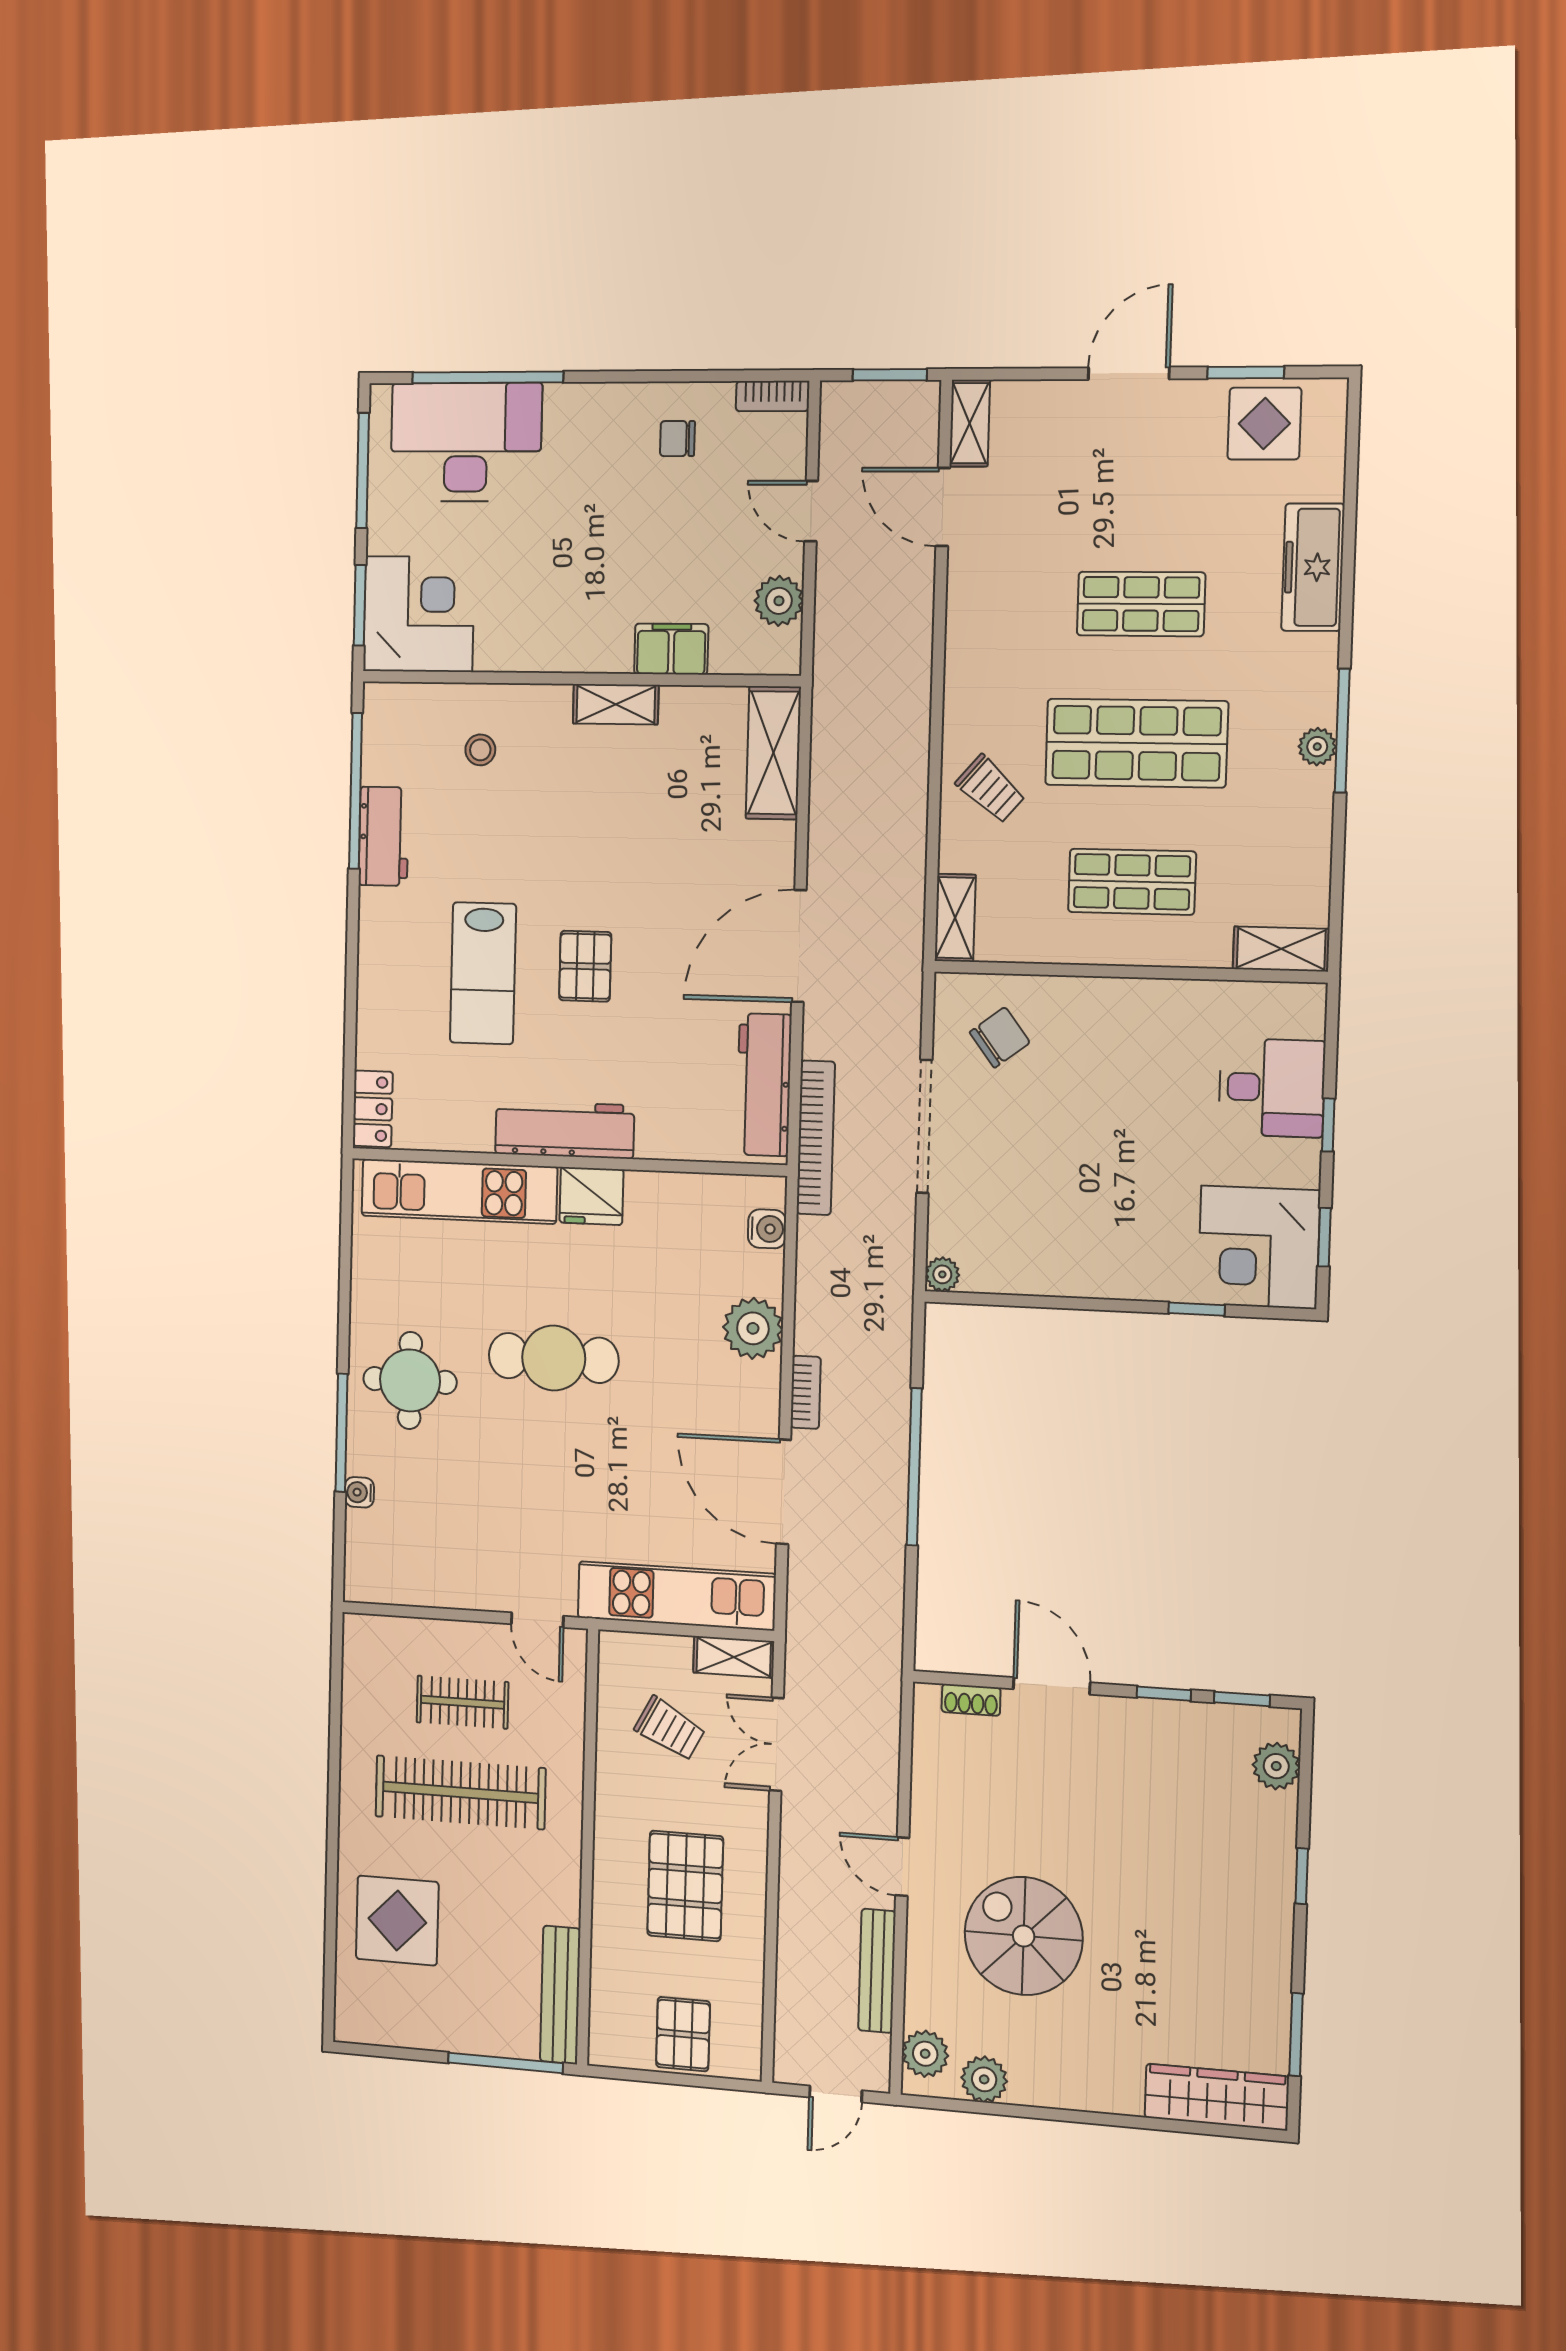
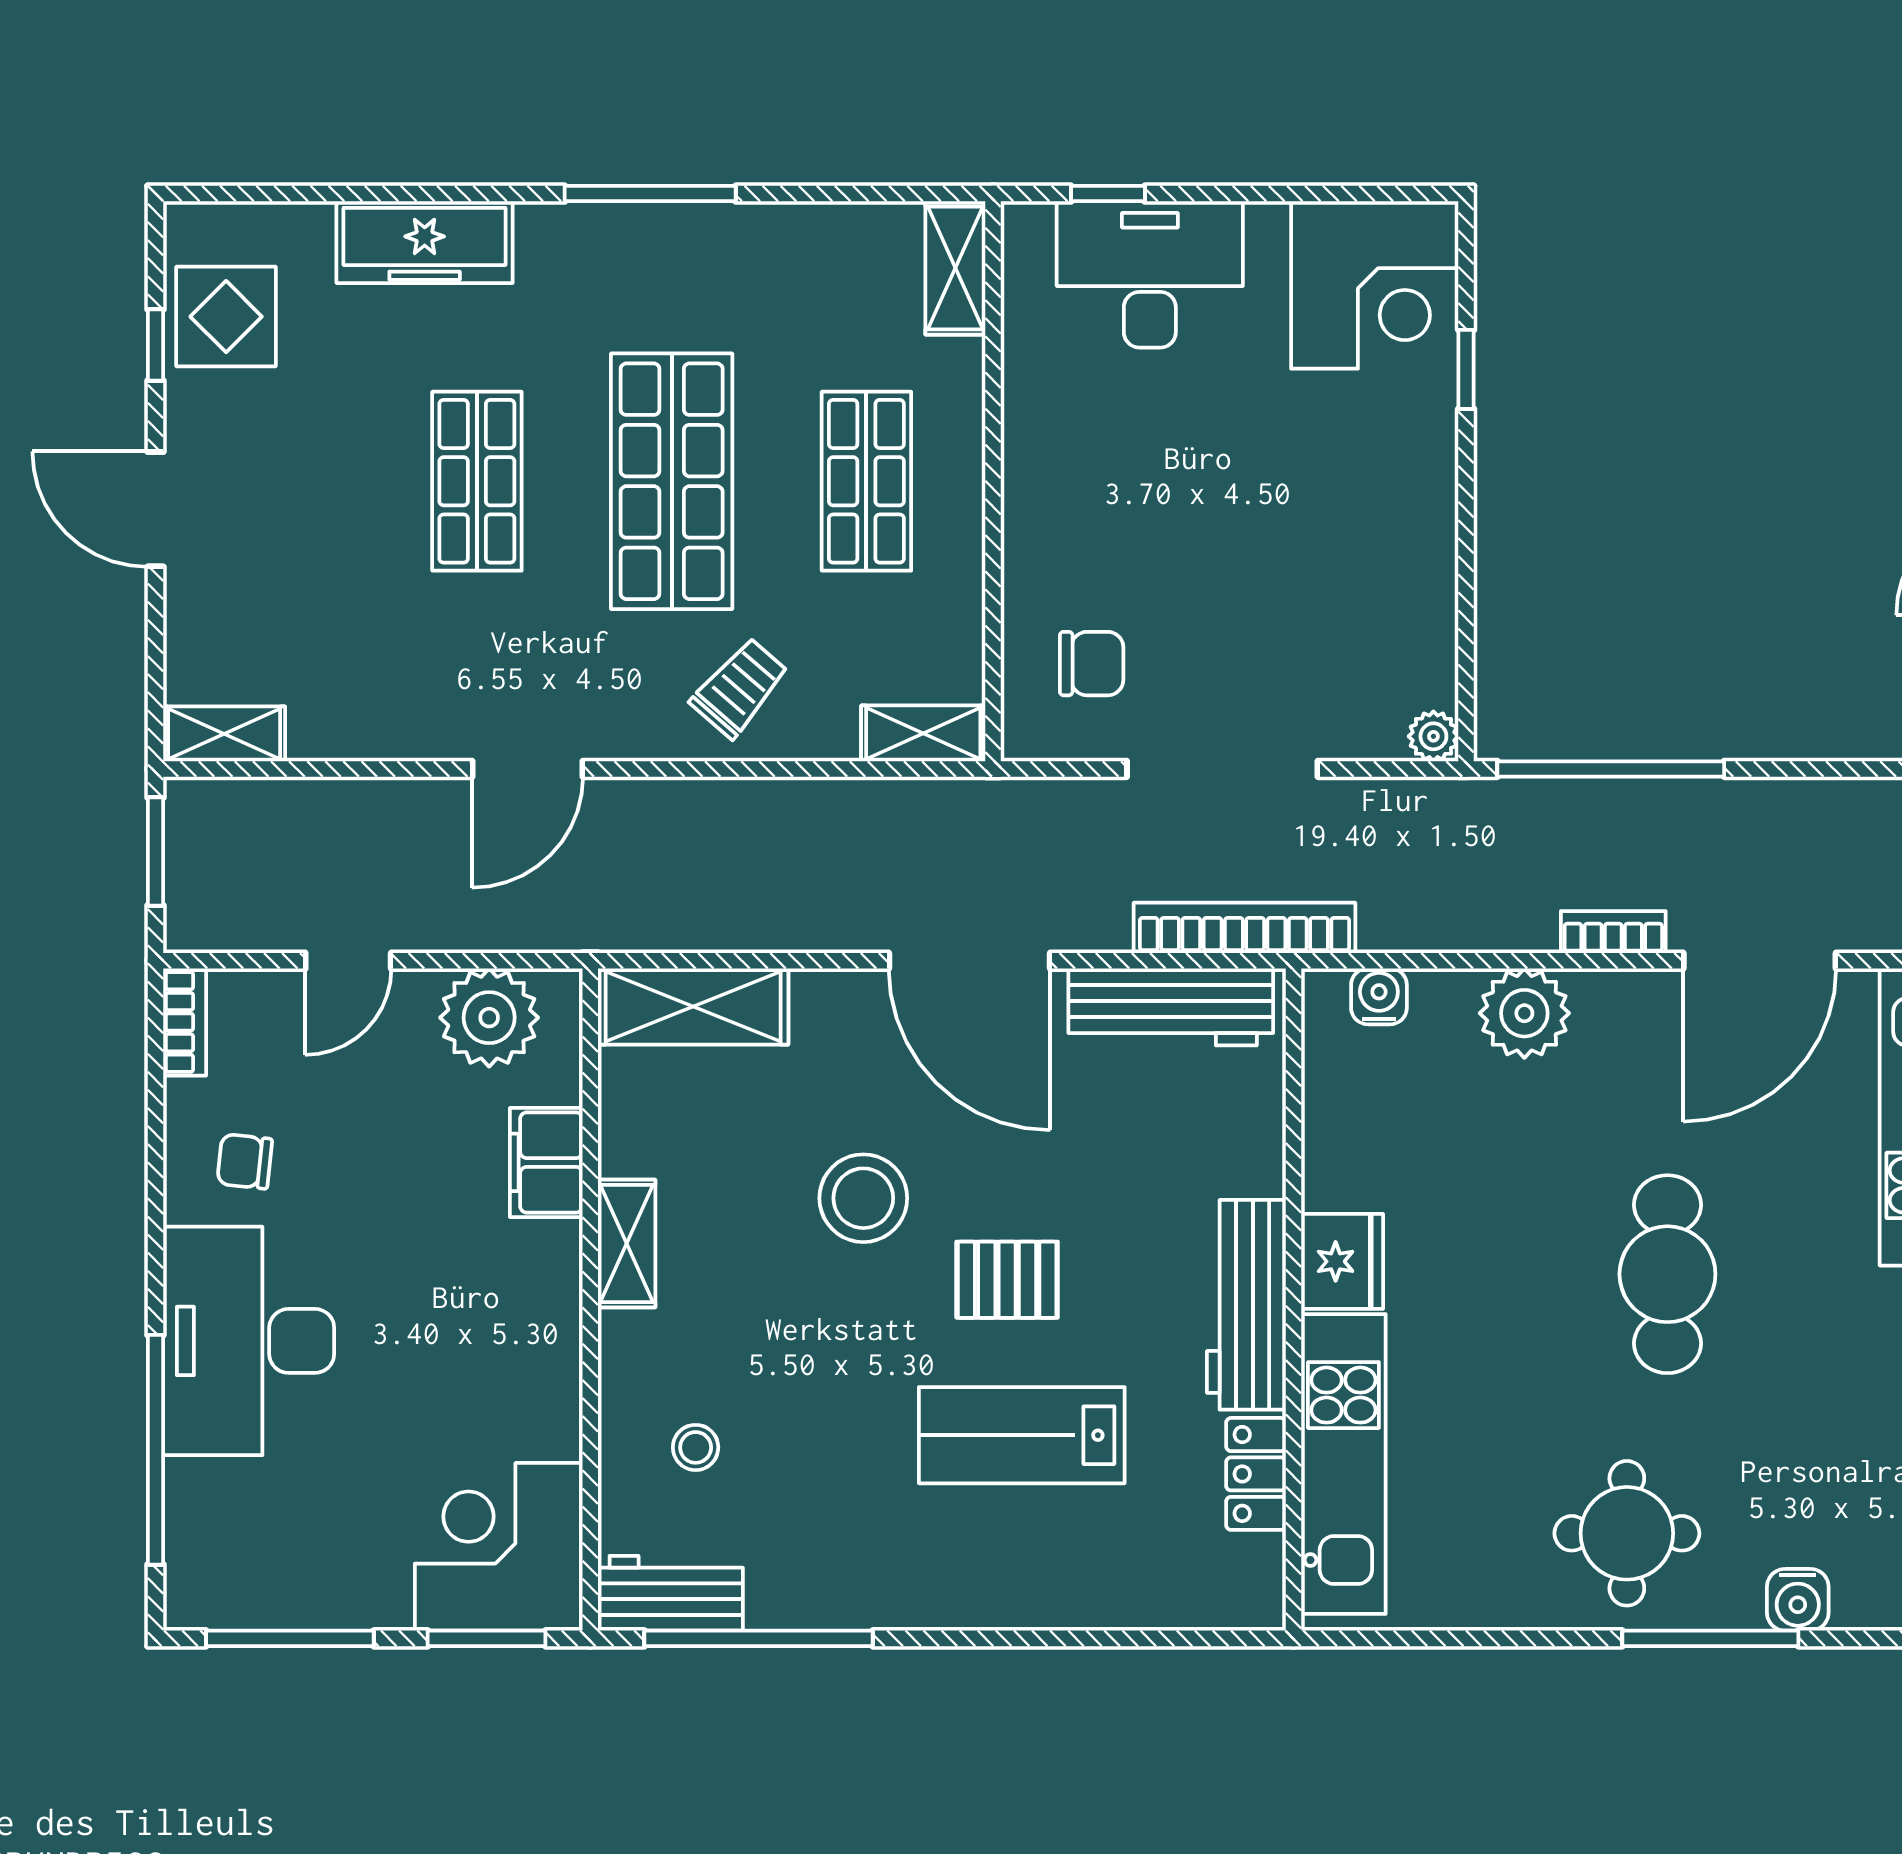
window: (1246, 373) -> (156, 345), width x0.67
chair: (677, 439) -> (245, 1161), turned 96
desk: (466, 442) -> (249, 1341), moved
door: (943, 507) -> (527, 769), moved
plant: (779, 601) -> (489, 1018), width x1.36, depth x1.36
plant: (1317, 747) -> (673, 227), removed
workbench: (384, 836) -> (670, 1593), moved
stool: (642, 869) -> (863, 1198), added
lab bench: (483, 973) -> (1022, 1435), turned 180
chair: (1000, 1037) -> (1092, 664), turned 127
desk: (1272, 1088) -> (1150, 274), width x1.37
locker: (373, 1109) -> (1256, 1474), moved, turned -90
window: (1328, 1125) -> (1108, 194), moved
window: (1324, 1237) -> (1357, 194), removed
cafe table: (554, 1358) -> (1667, 1274), moved
window: (914, 1467) -> (1611, 769), moved
water cooler: (359, 1492) -> (1798, 1600), width x1.38, depth x1.38

